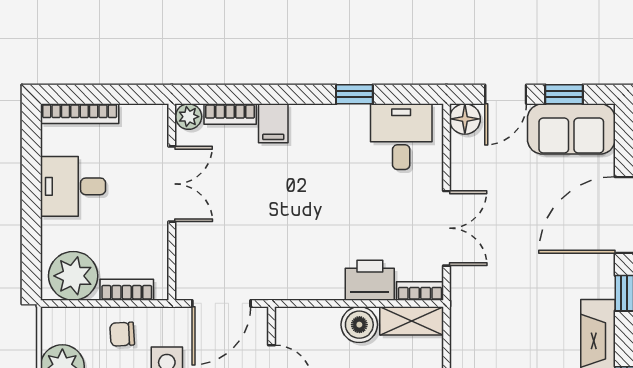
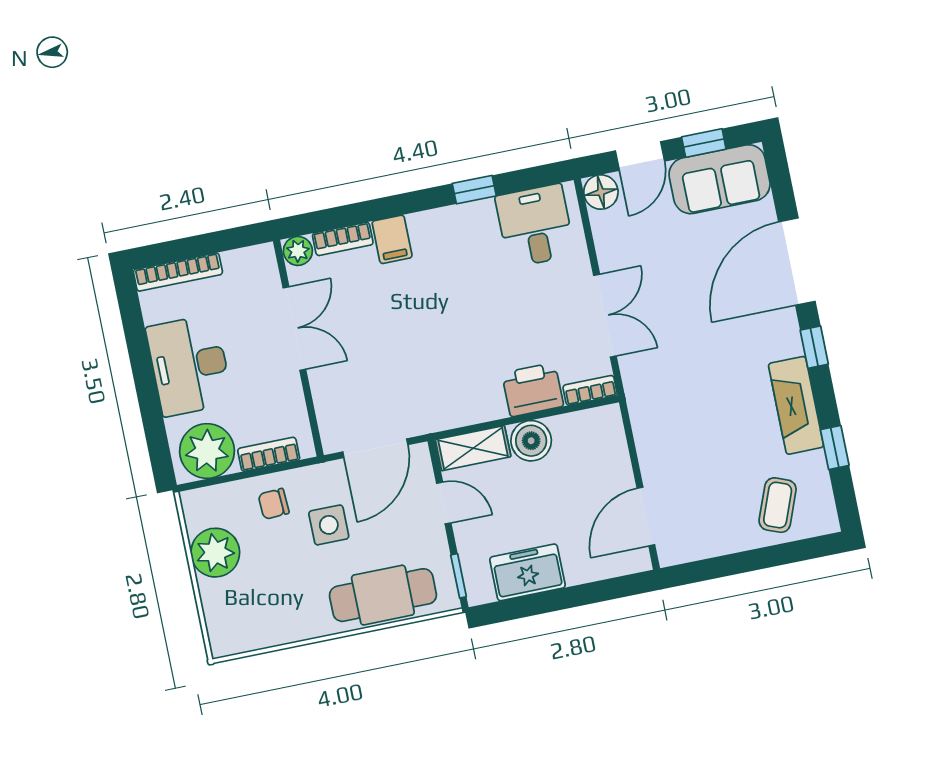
desk: (73, 186) -> (189, 365), width x1.37
shelving: (412, 321) -> (473, 448), moved

